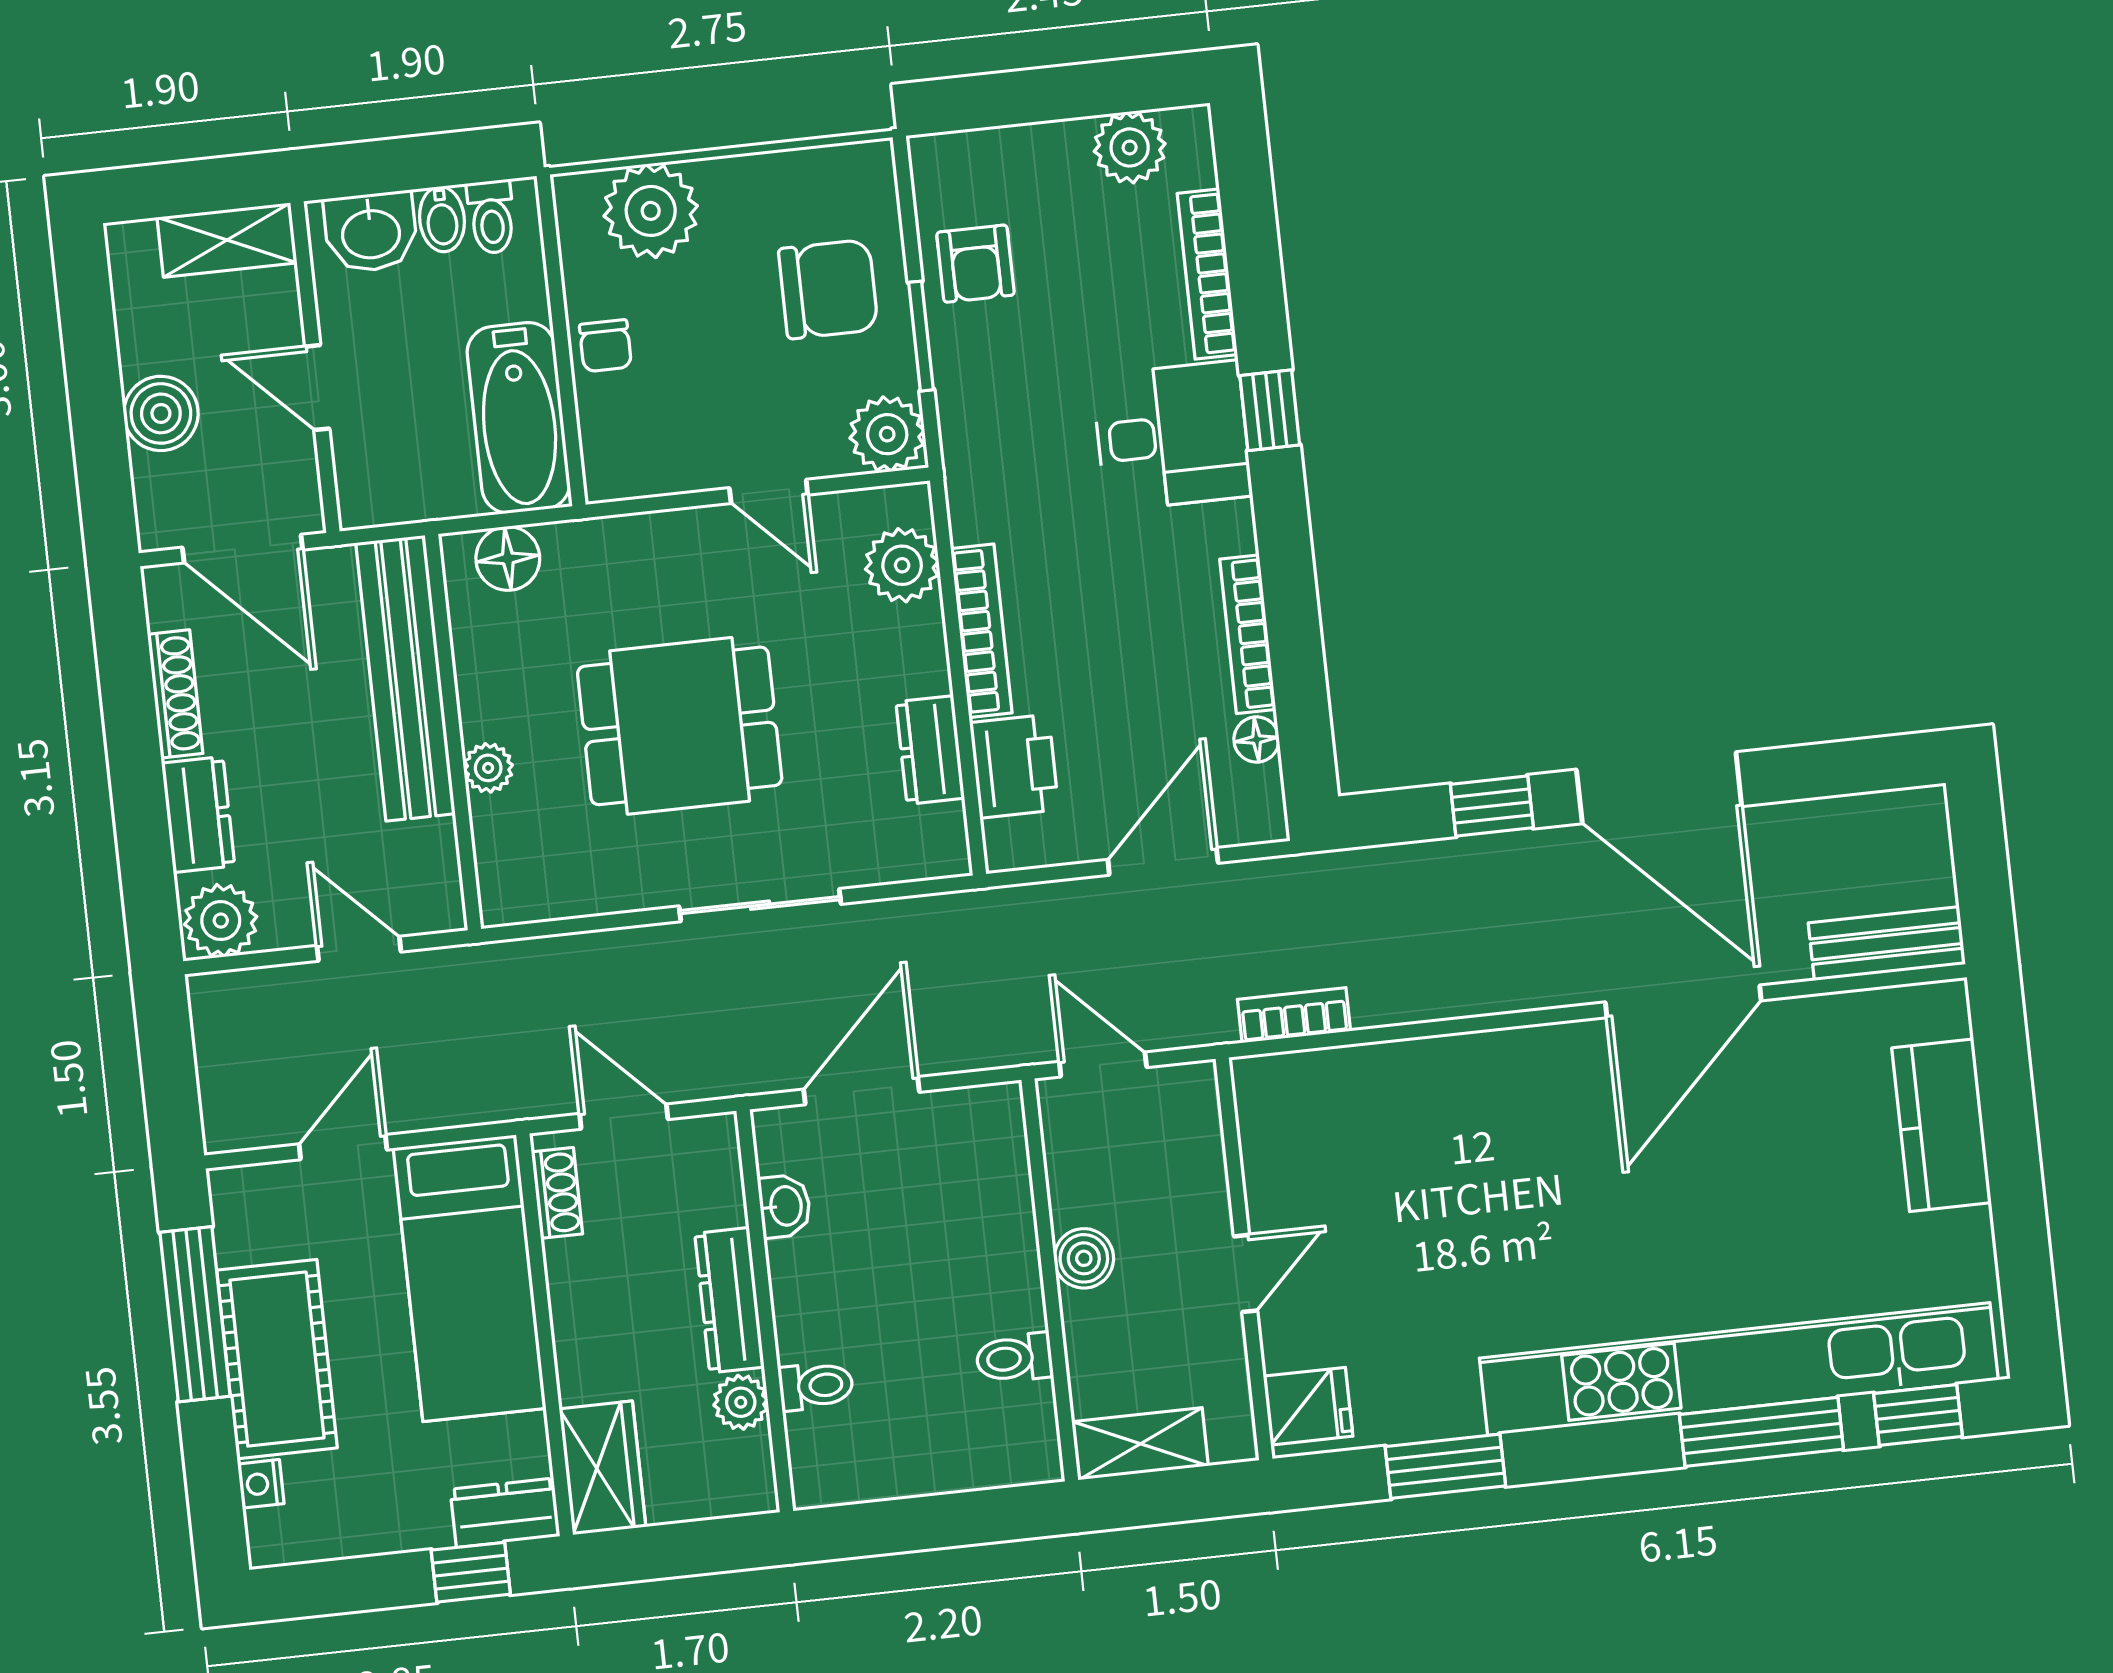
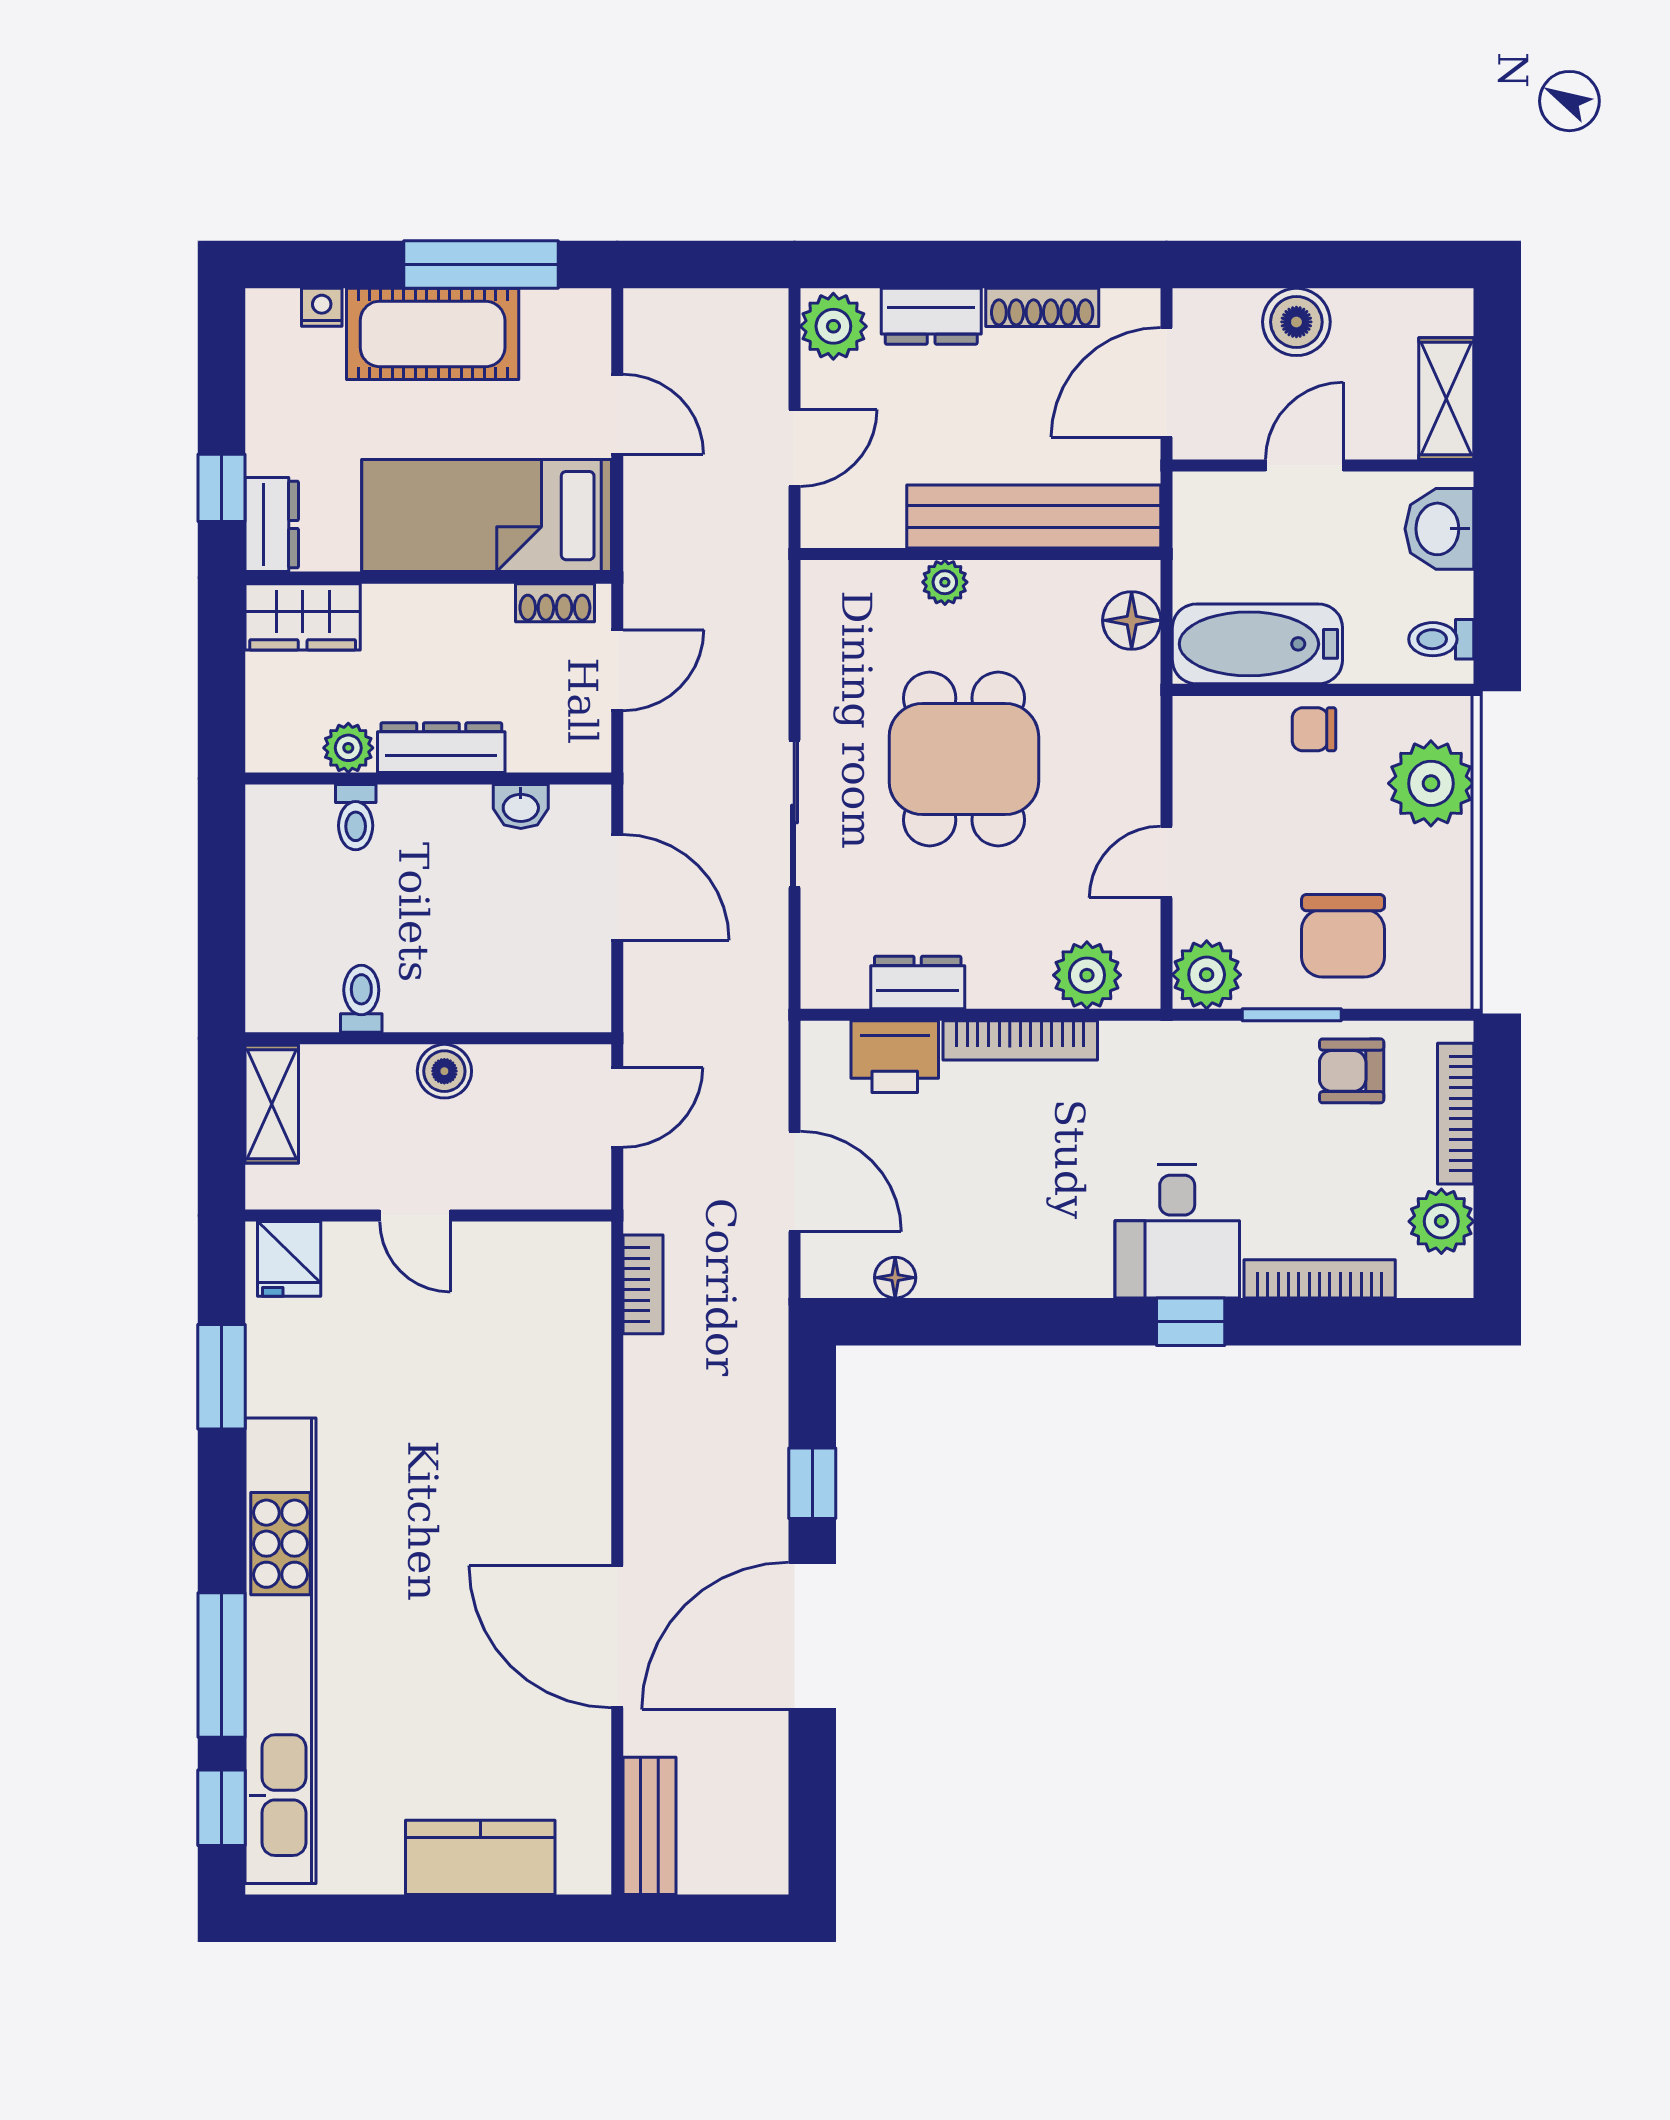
bidet: (442, 219) -> (1444, 594), removed
bookcase: (1248, 634) -> (1456, 1114), moved, turned -90

